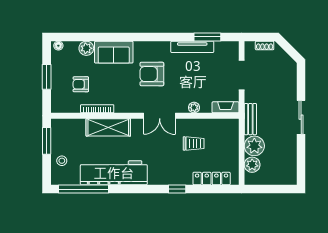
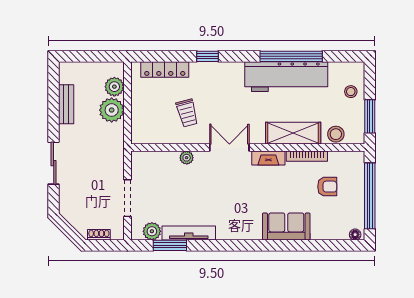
plant: (86, 48) -> (152, 231), moved
armchair: (152, 74) -> (239, 199), removed
window: (47, 77) -> (370, 196), width x2.11
fireplace: (226, 107) -> (268, 158), moved
sliding door: (301, 117) -> (54, 163), moved
bench: (250, 119) -> (66, 104), moved
stool: (74, 126) -> (336, 134), added
trolley: (194, 143) -> (187, 113), turned -105
window: (83, 189) -> (291, 56), moved

